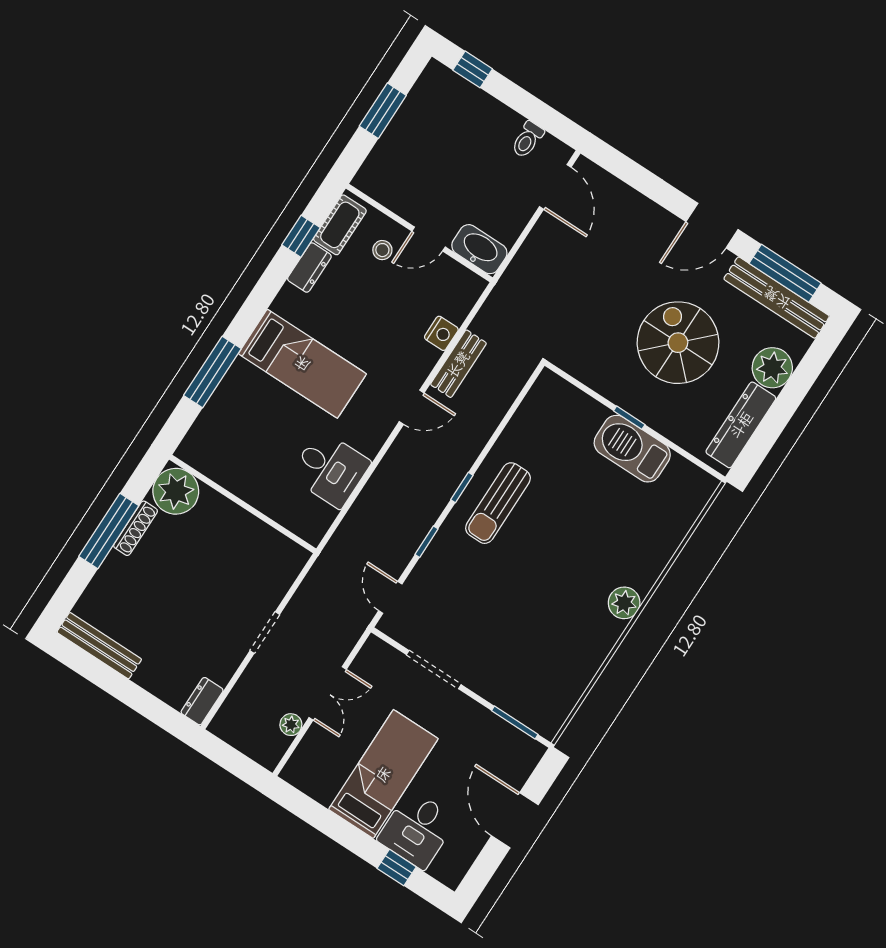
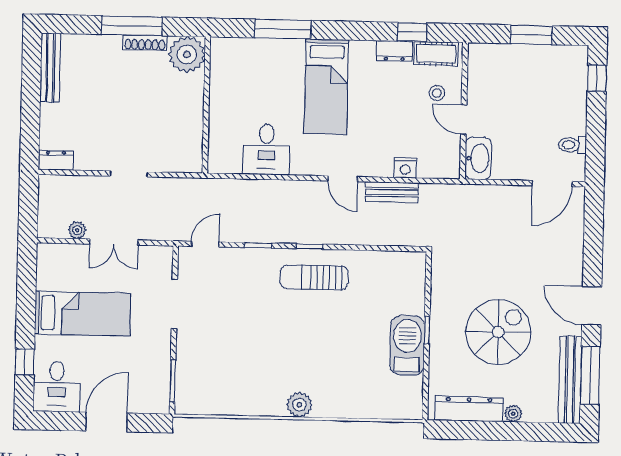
plant: (772, 368) -> (513, 414), width x0.53, depth x0.53
desk: (417, 829) -> (57, 387), moved, turned -90

